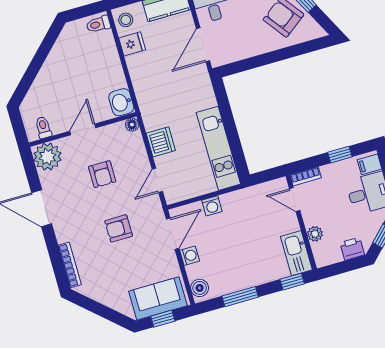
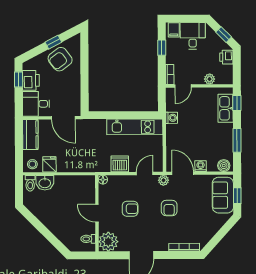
washbasin: (121, 102) -> (45, 183), moved
door: (157, 180) -> (145, 173), swing flipped
washing machine: (212, 206) -> (172, 118), moved
plant: (155, 210) -> (163, 180), added
kitchen sink: (296, 253) -> (226, 108), moved, turned 90

